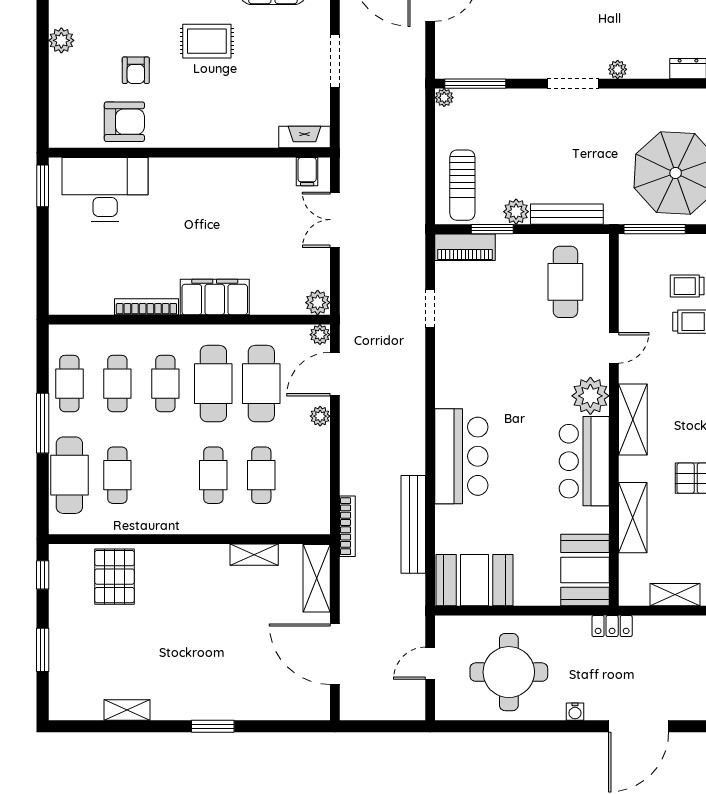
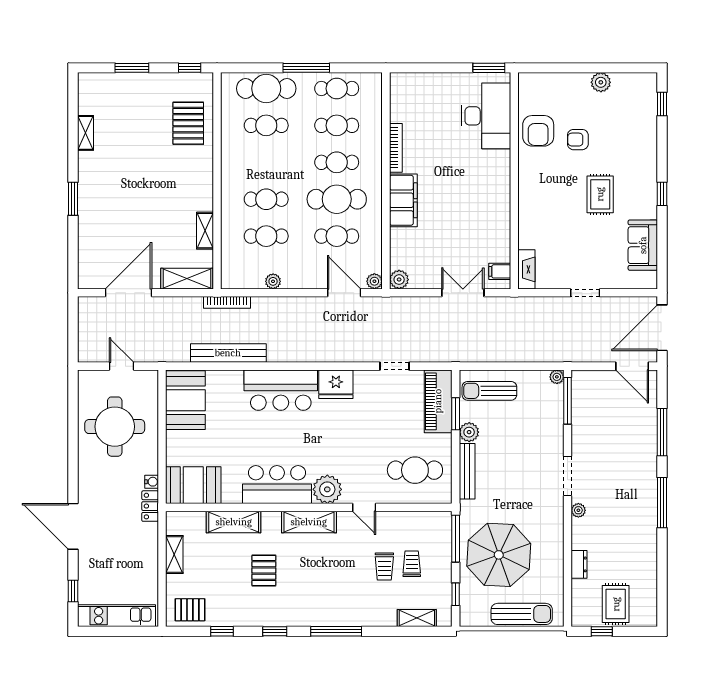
doorway: (335, 61) -> (585, 293), width x0.73
piano: (465, 247) -> (438, 401), width x1.37, depth x1.33
cafe table: (261, 384) -> (337, 236), width x0.73, depth x0.74
fridge: (454, 385) -> (336, 384), added
plant: (320, 416) -> (273, 281), moved
pallet: (115, 577) -> (188, 123), turned 90
water cooler: (575, 712) -> (152, 482), moved, turned 180

